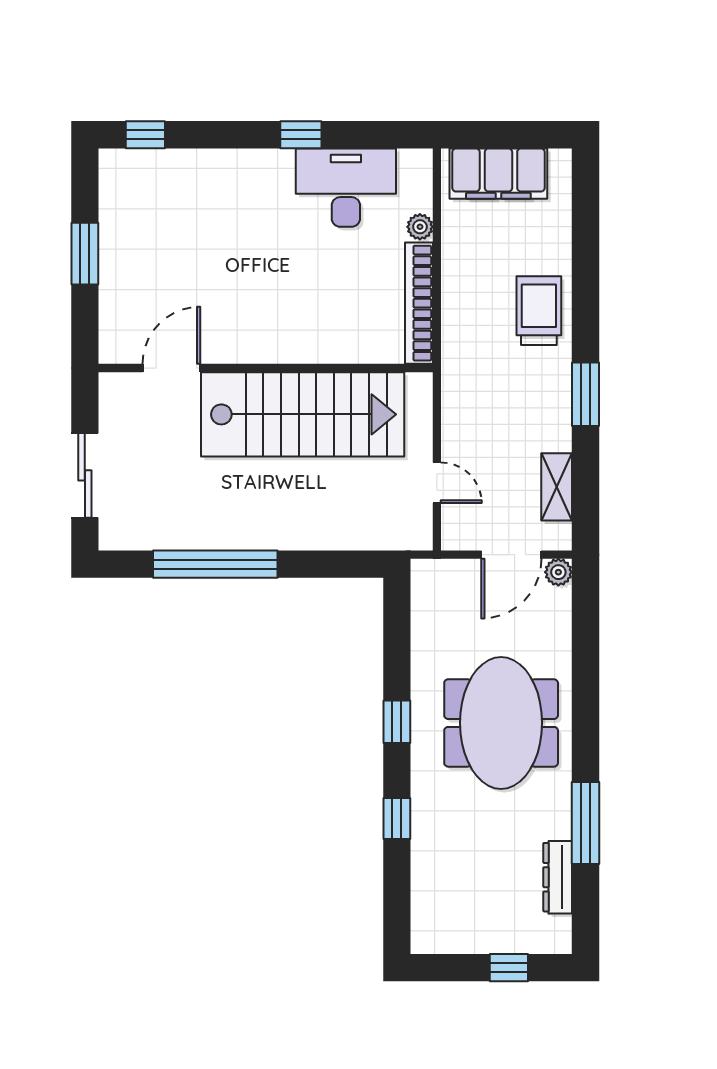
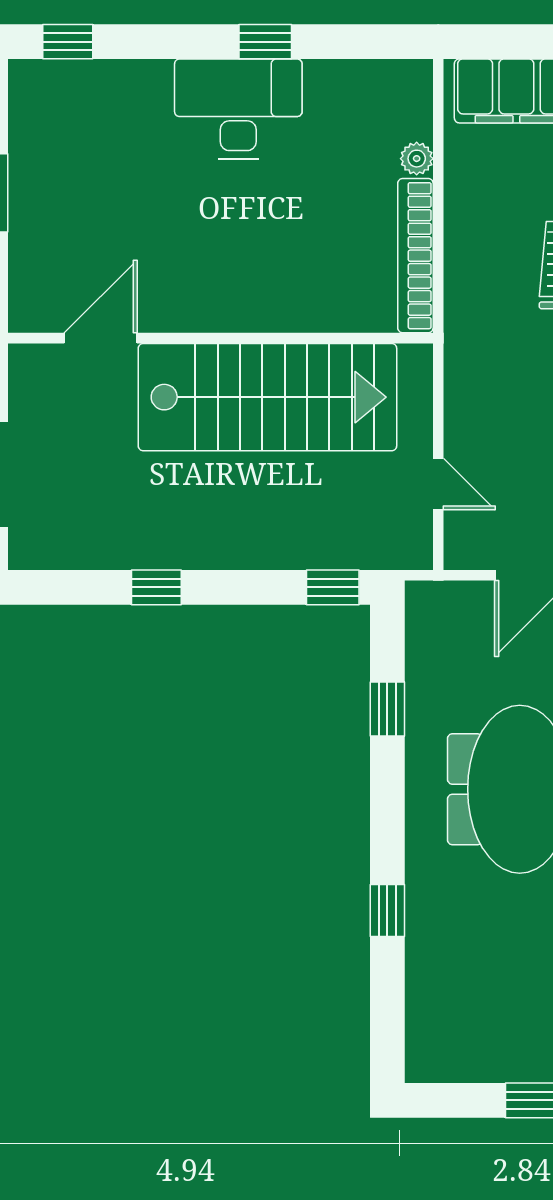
desk: (346, 188) -> (238, 109), moved
window: (215, 564) -> (156, 587), width x0.32
window: (354, 564) -> (333, 587), added
window: (397, 722) -> (387, 709), moved

